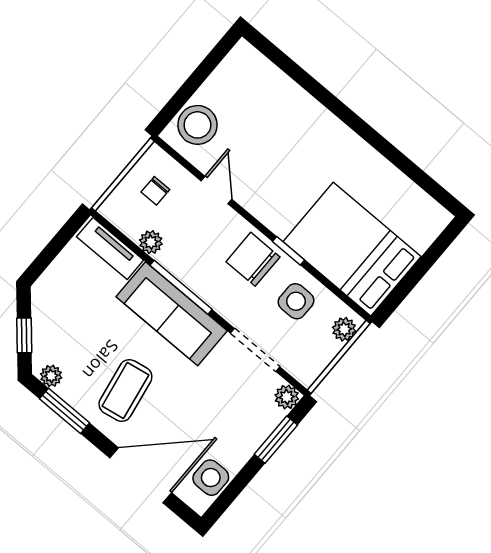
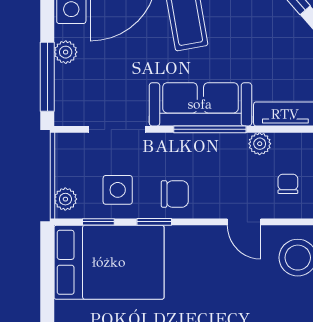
chair: (253, 259) -> (175, 194), width x0.73, depth x0.73
window: (333, 289) -> (98, 222), added
plant: (287, 397) -> (66, 52), moved
window: (276, 440) -> (47, 77), width x1.44

